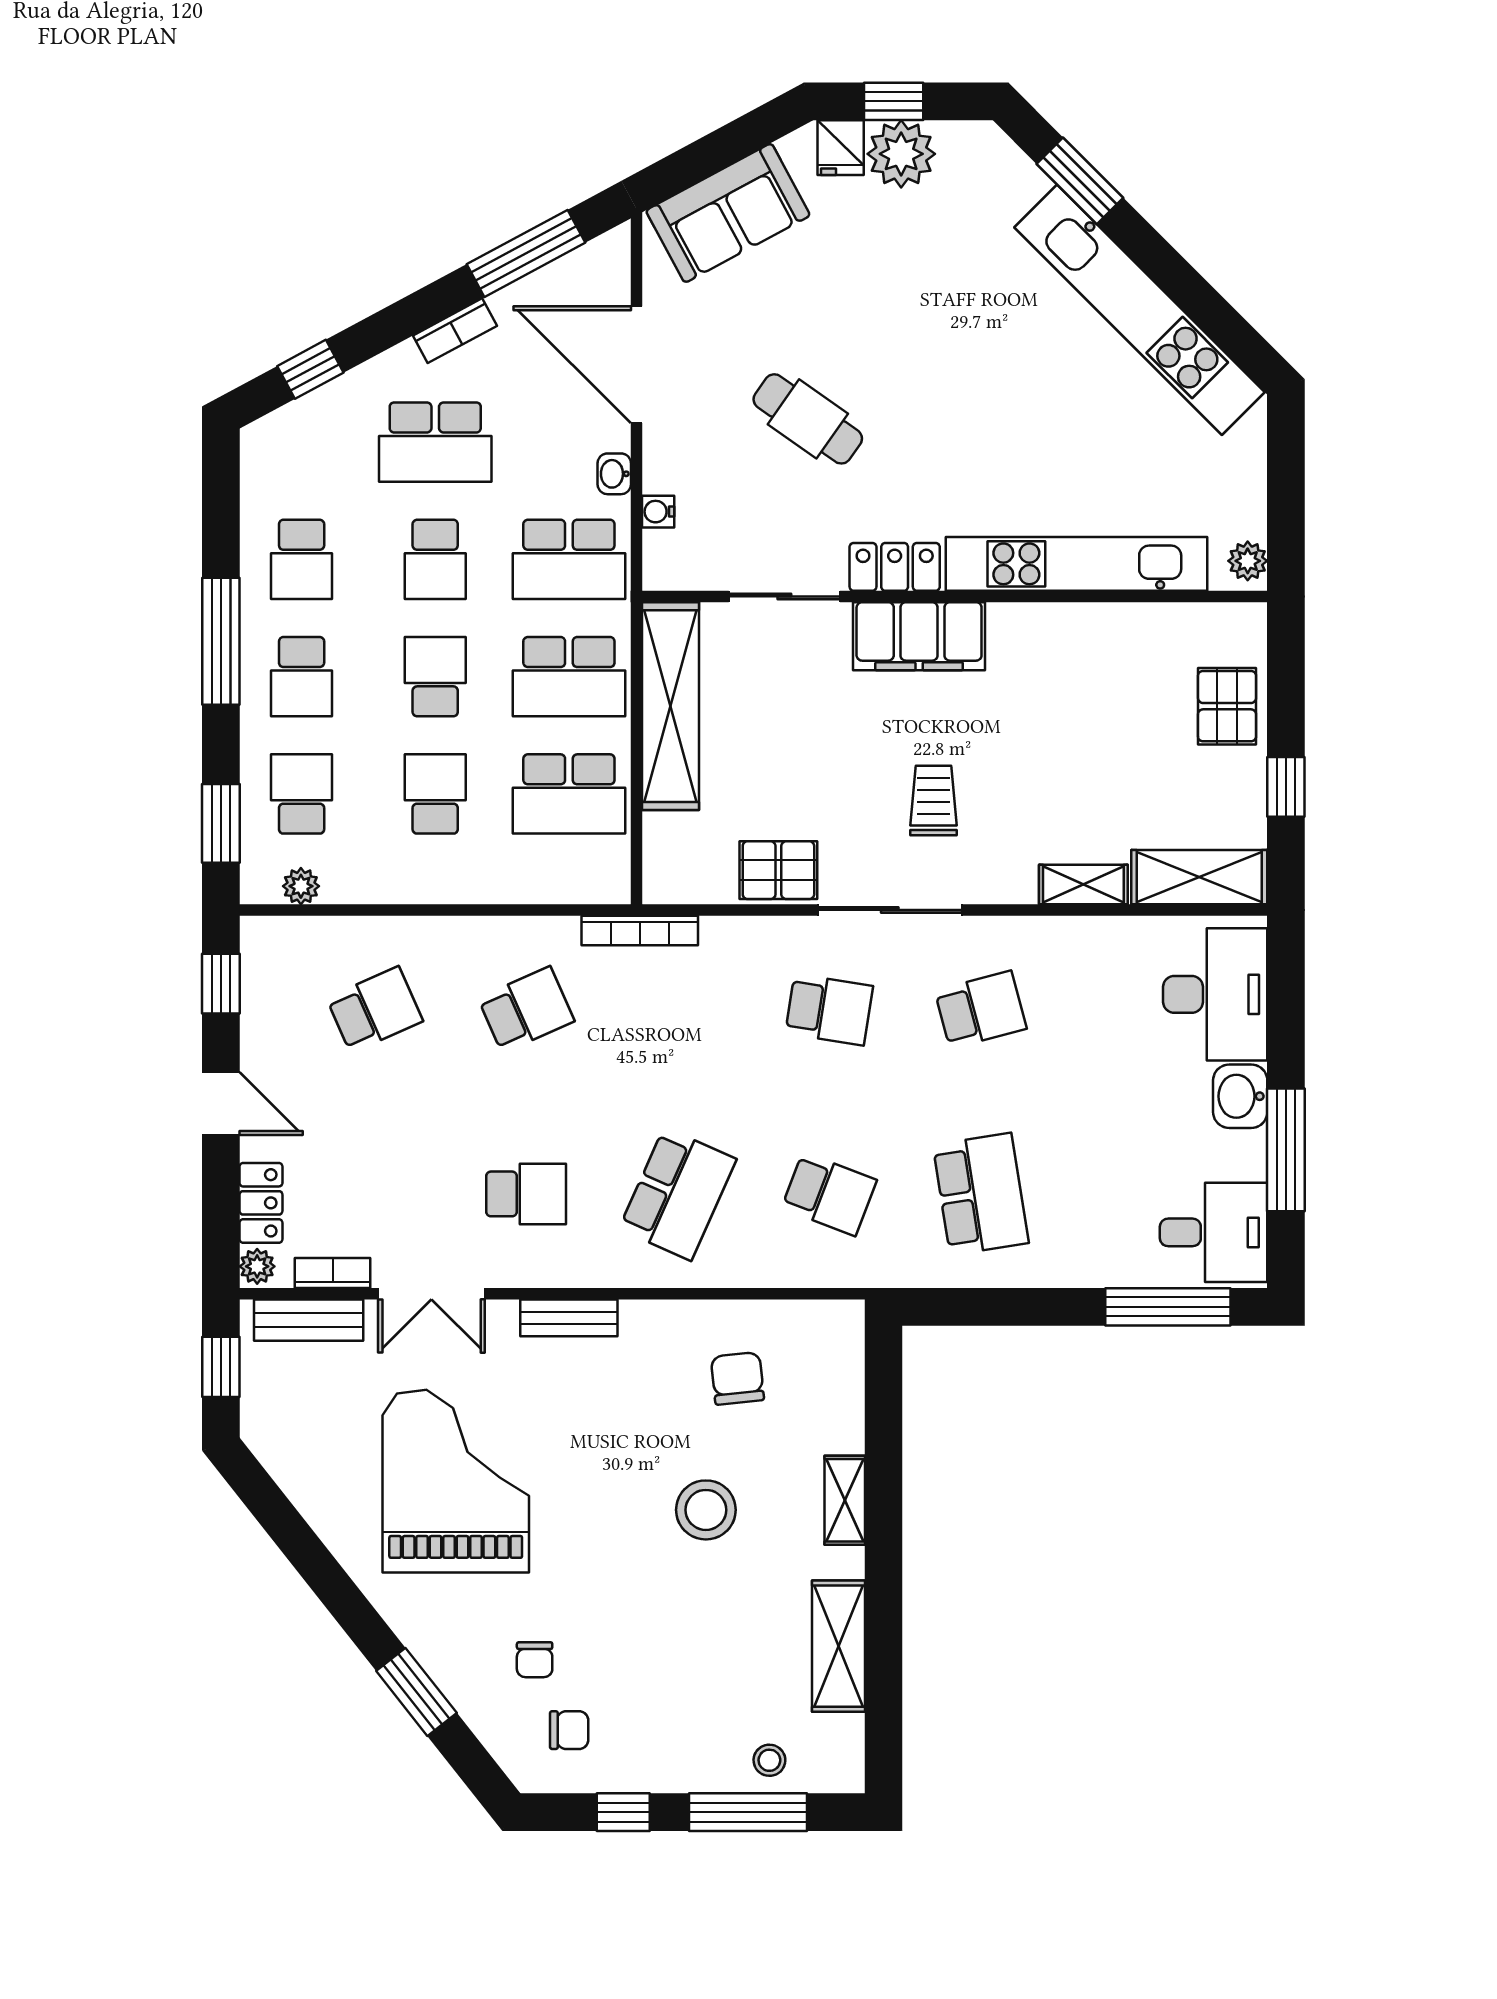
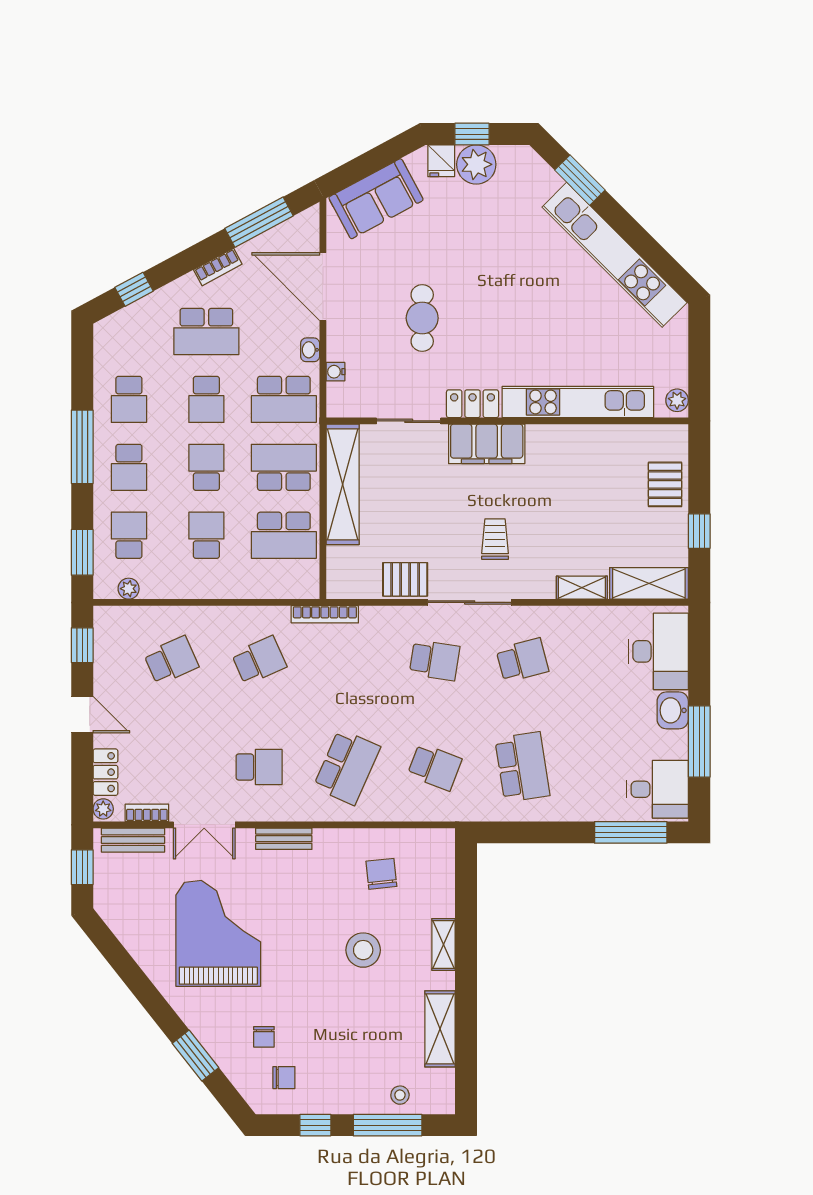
cafe table: (808, 419) -> (422, 318), turned 55
school desk: (569, 677) -> (284, 467), turned 180

